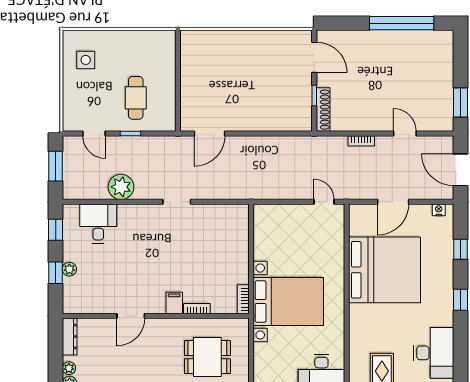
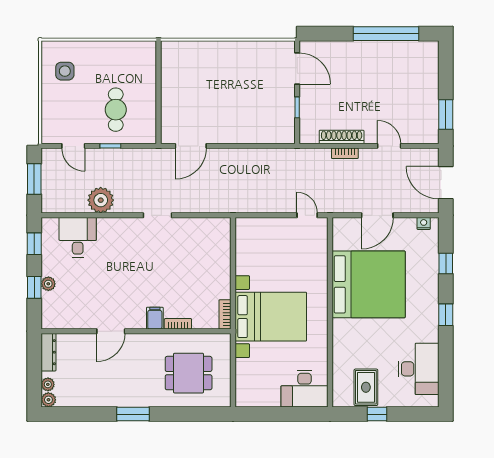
shoe rack: (323, 110) -> (342, 137), moved, turned -90

